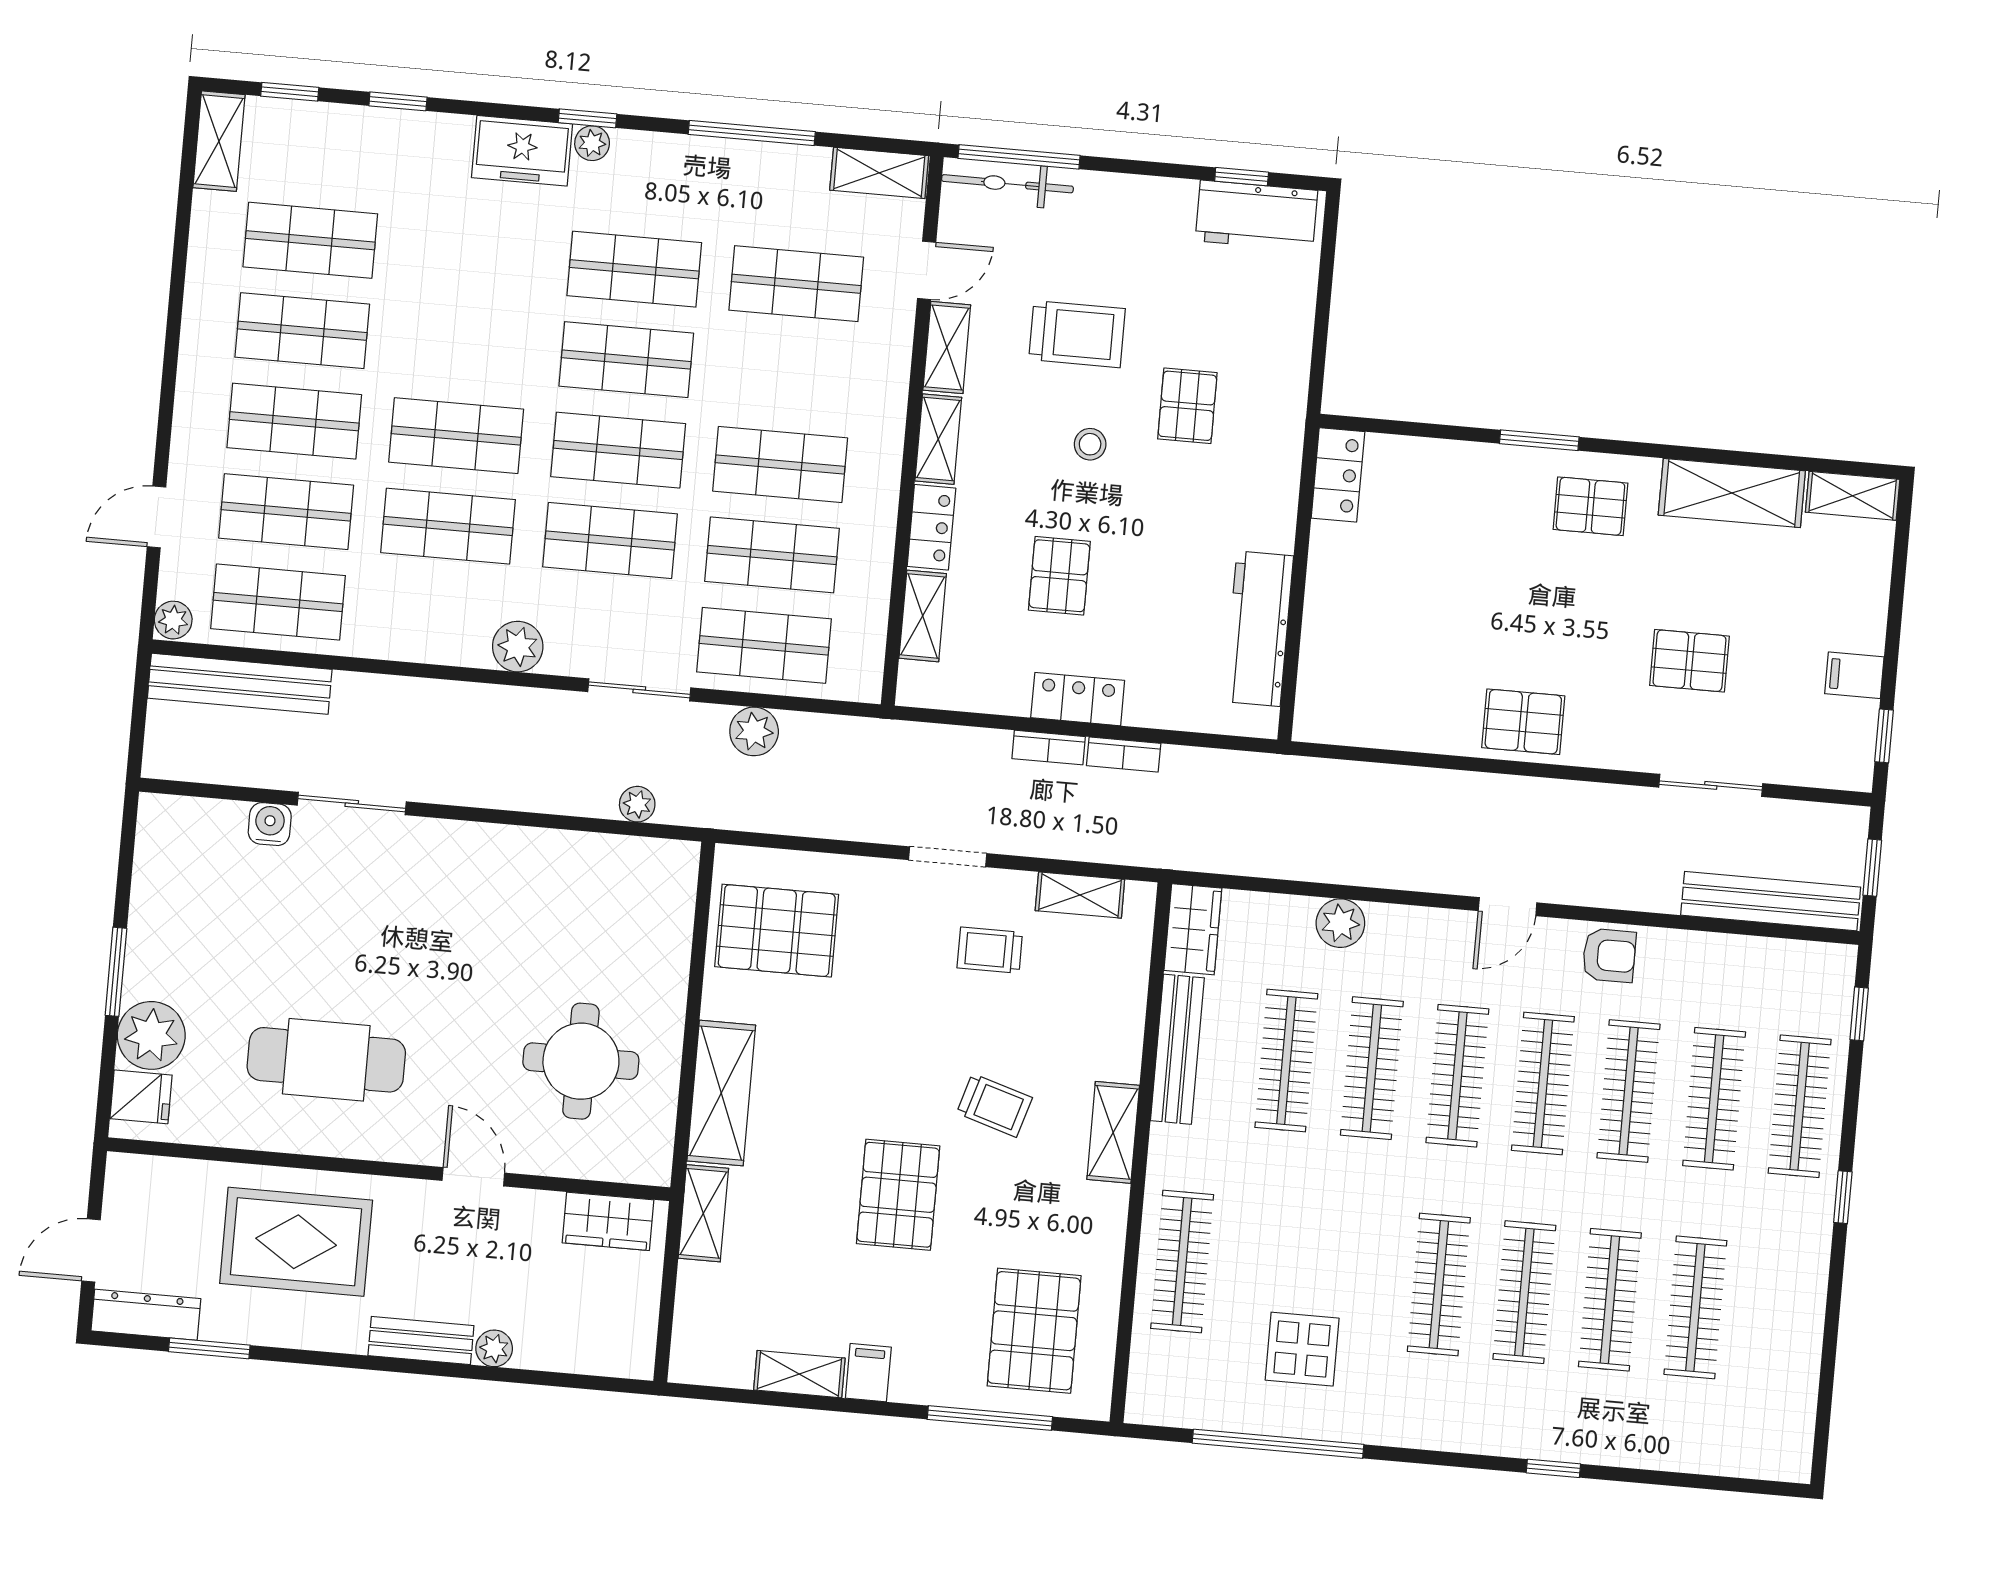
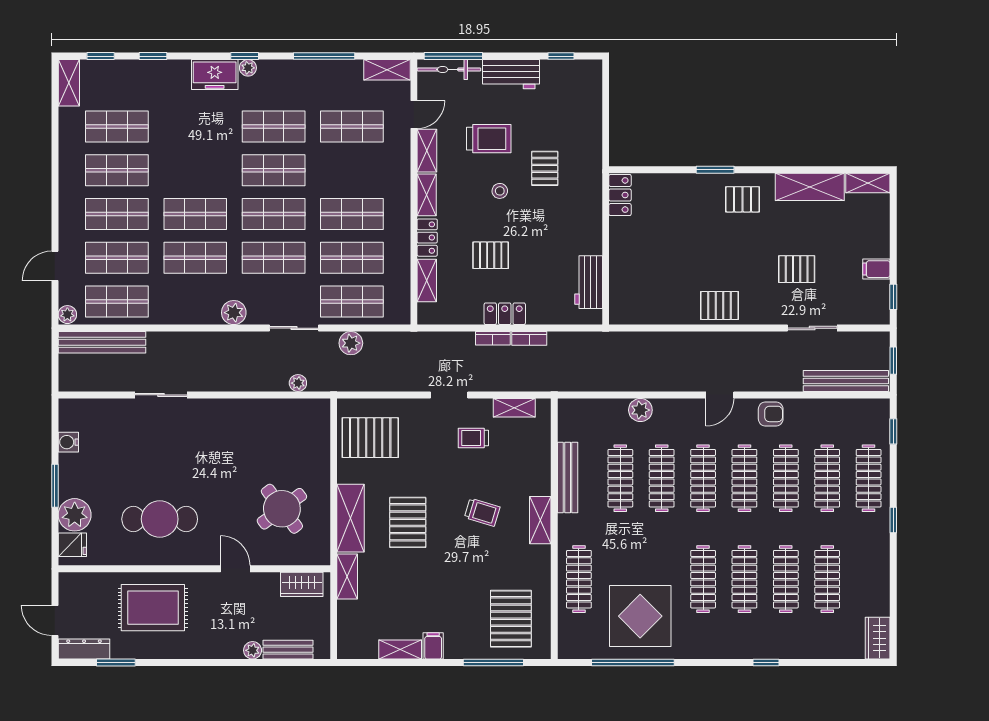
workbench: (1256, 216) -> (511, 74), moved
pallet: (1059, 576) -> (491, 255), turned 90
workbench: (1259, 629) -> (589, 282), width x0.73
water cooler: (270, 824) -> (68, 442), moved, turned -90
wardrobe: (1193, 929) -> (878, 638), moved, turned 180
round table: (581, 1061) -> (282, 509), turned -37
pallet: (898, 1195) -> (408, 522), moved
door: (91, 1250) -> (55, 621), hinge flipped
bench: (421, 1341) -> (288, 650), moved
display table: (1302, 1349) -> (640, 616), width x1.86, depth x1.86

